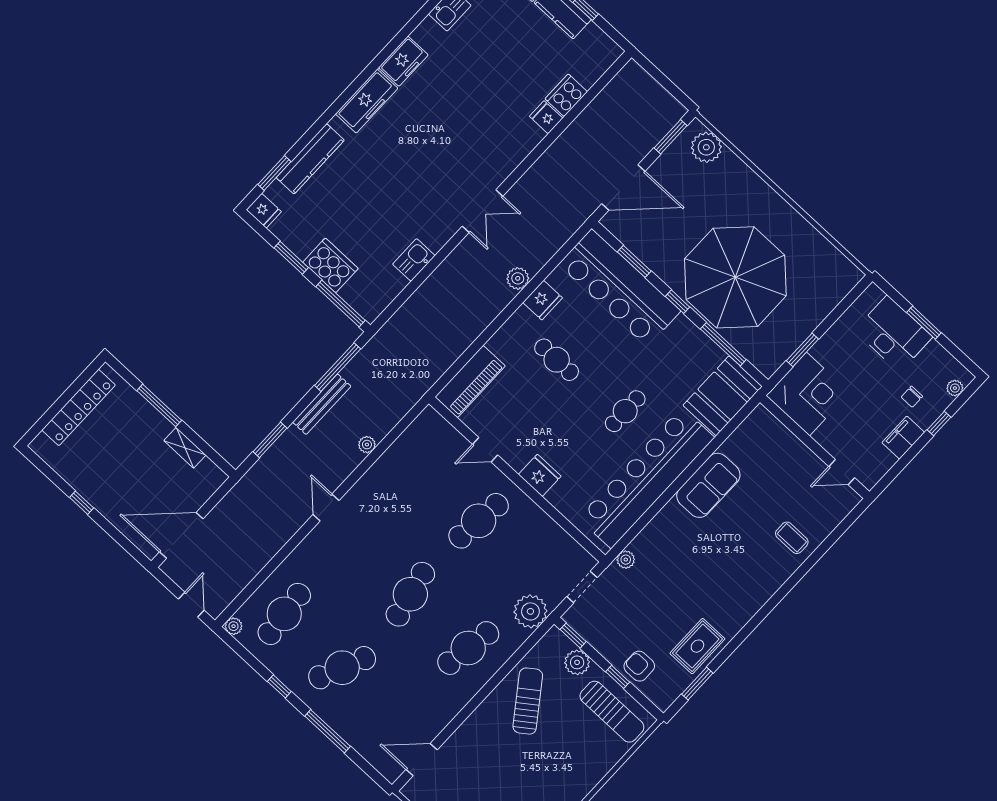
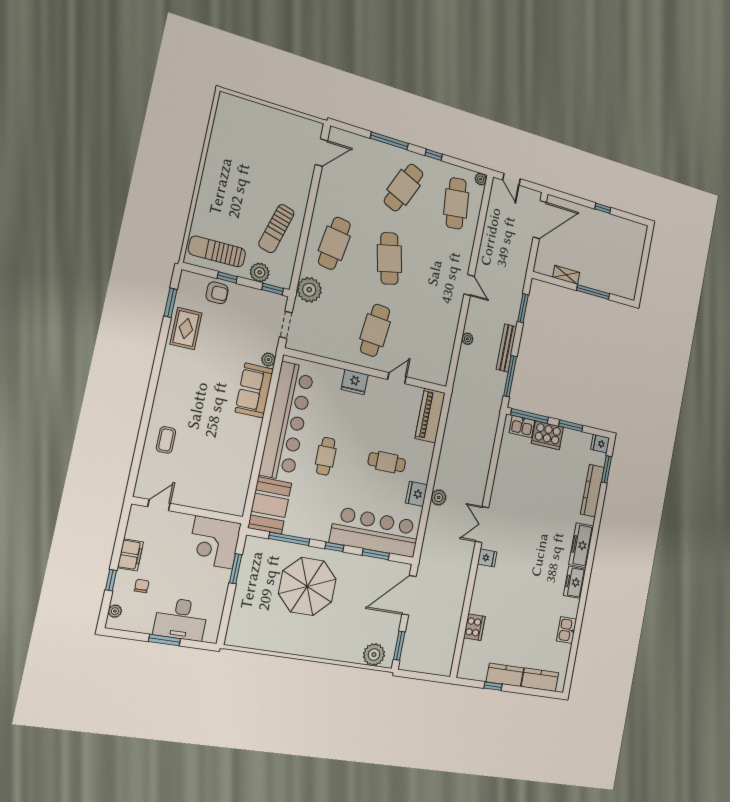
fridge: (546, 117) -> (487, 558), moved
kitchen sink: (414, 260) -> (522, 427), moved, turned 90
parasol: (735, 277) -> (307, 586), width x0.73, depth x0.73
locker: (79, 407) -> (634, 265), removed
sofa: (708, 485) -> (254, 390), moved
coffee table: (792, 538) -> (166, 440), turned 90
sun lounger: (528, 701) -> (276, 229), turned 52

